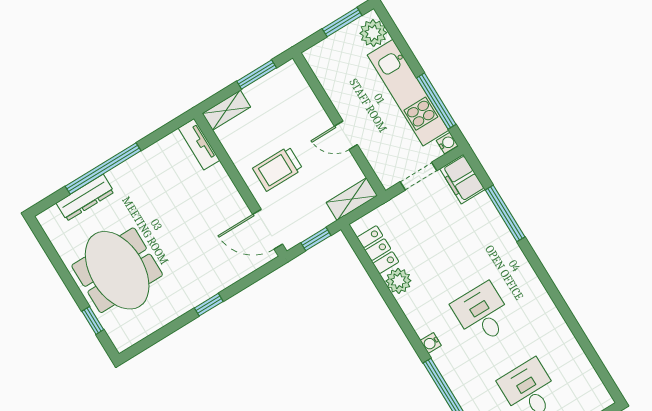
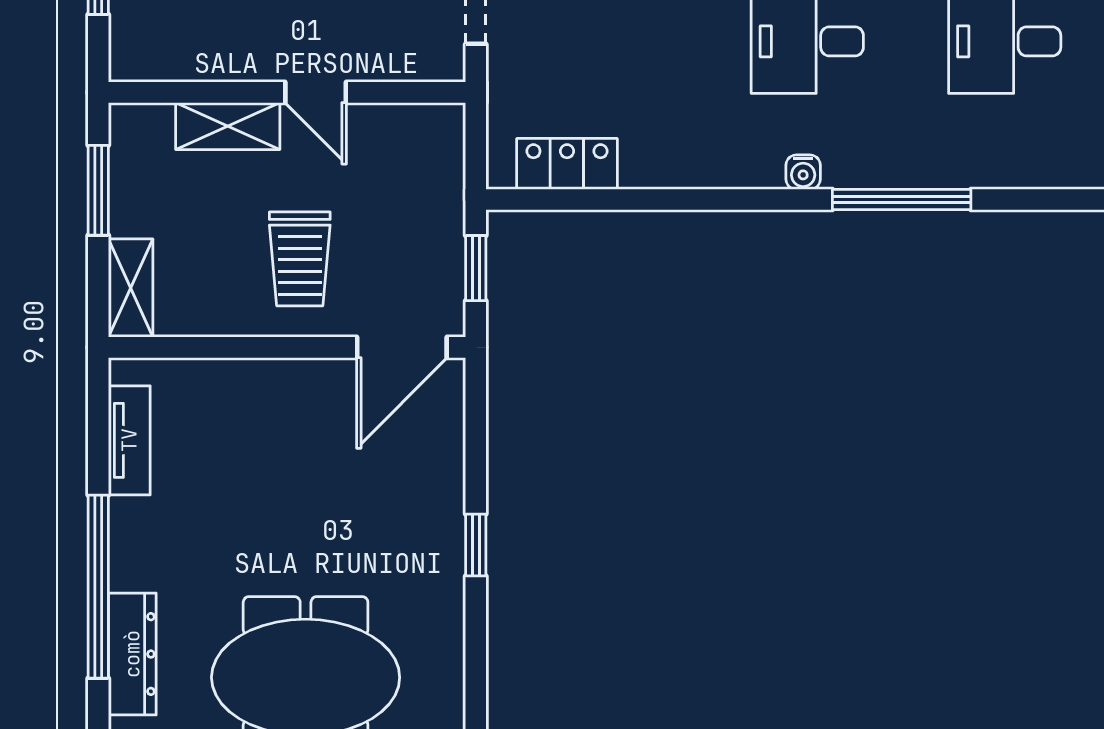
door: (346, 135) -> (316, 92), hinge flipped
tv unit: (199, 144) -> (129, 440), moved, turned -90
shelving: (352, 199) -> (228, 126), moved, turned 90
plant: (398, 281) -> (649, 161), removed

